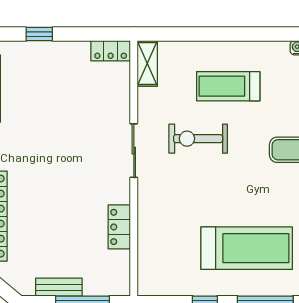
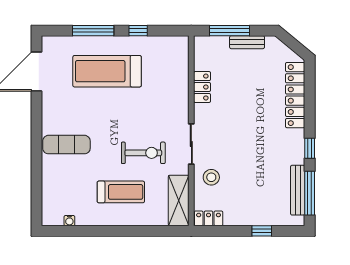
shelving: (147, 63) -> (179, 201), width x1.50, depth x1.33
stool: (107, 106) -> (211, 177), added

